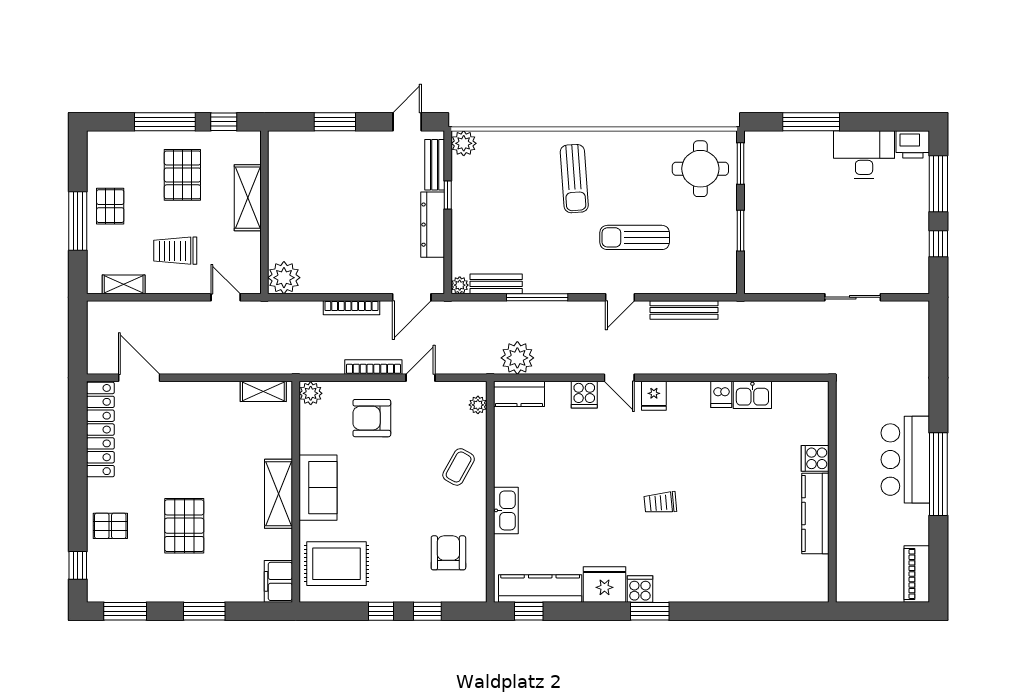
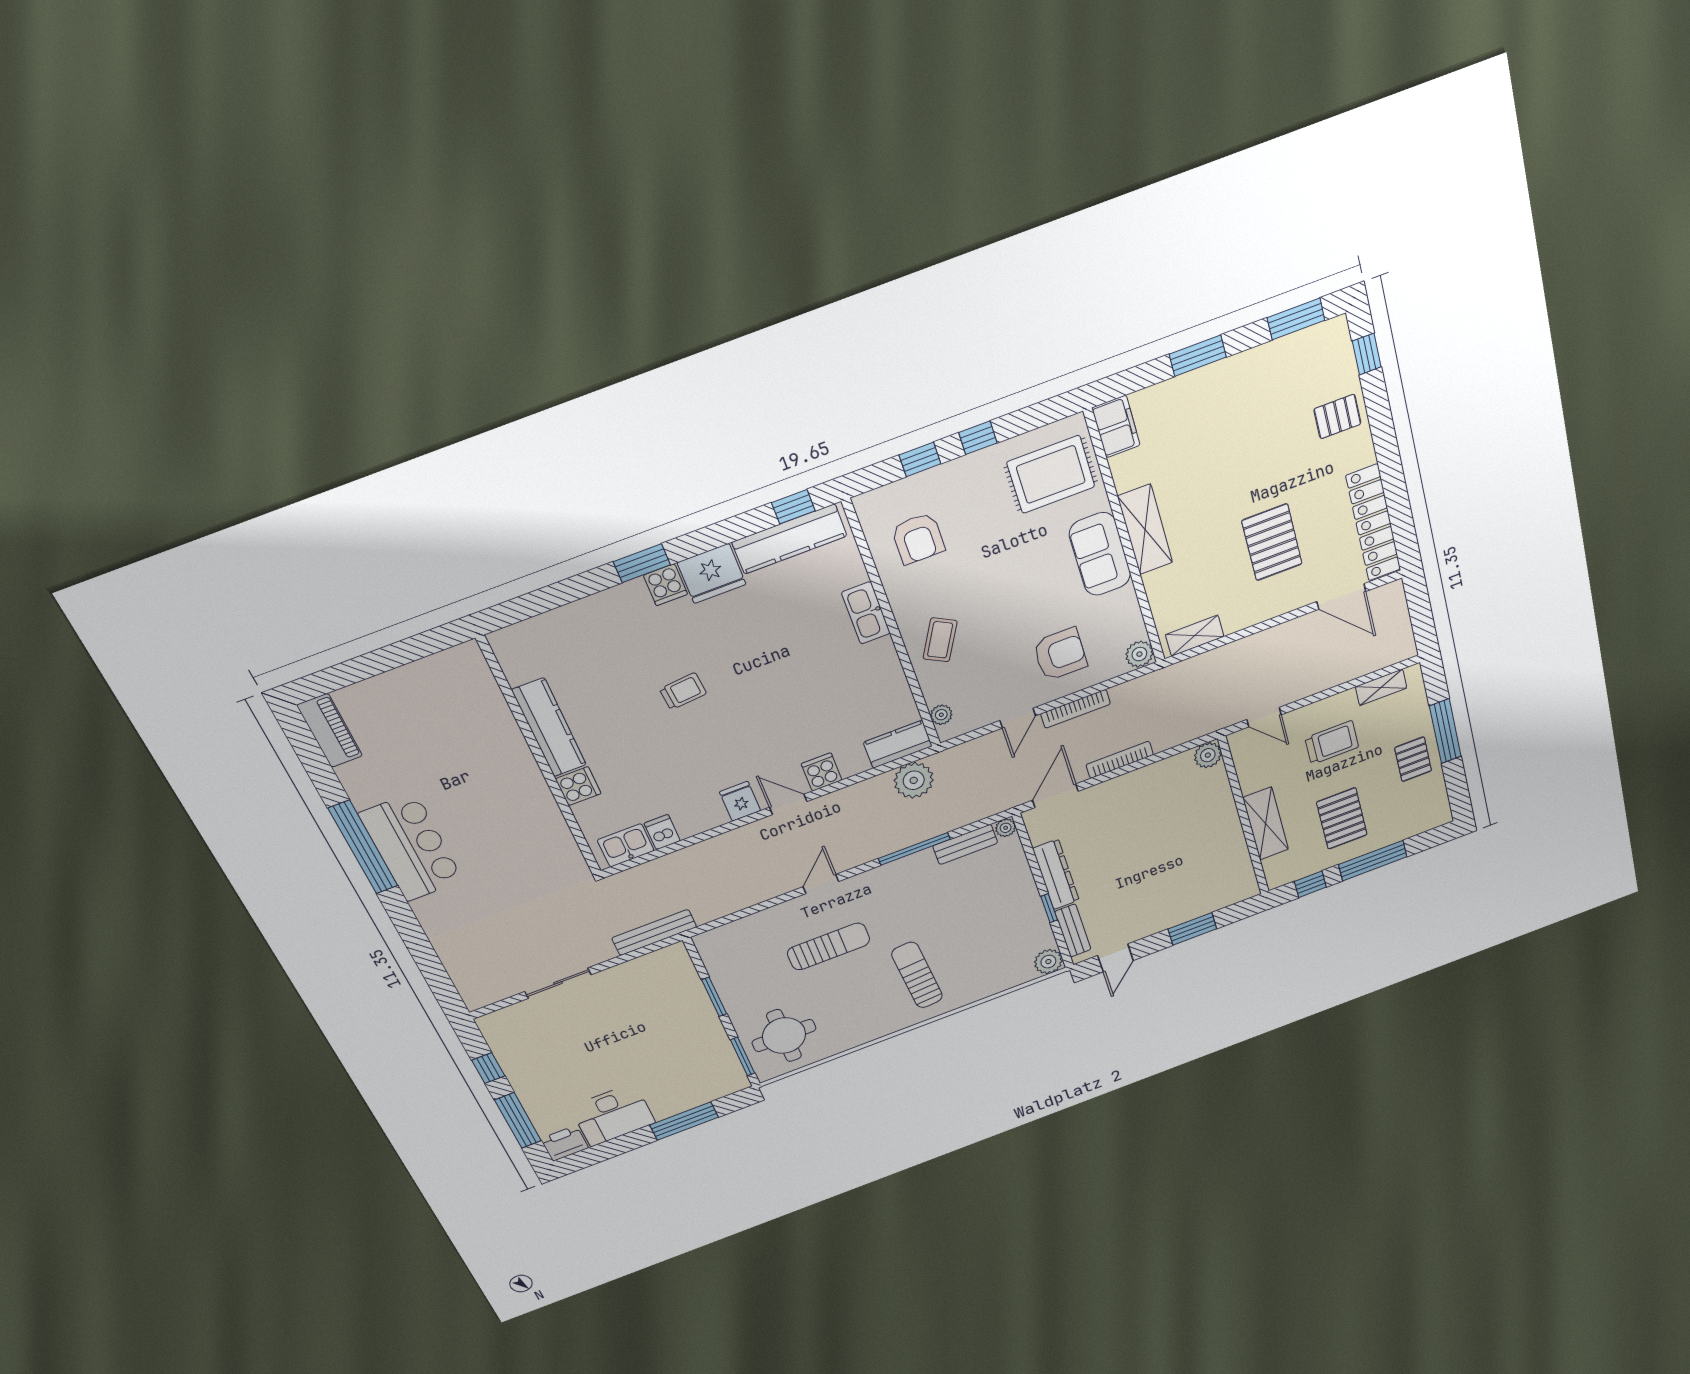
plant: (284, 278) -> (1208, 755), width x0.73, depth x0.73
bench: (684, 310) -> (654, 932), moved
cooker: (815, 458) -> (578, 786), moved
wall: (832, 492) -> (540, 759), moved
kitchen counter: (815, 514) -> (549, 728), moved
pallet: (184, 526) -> (1272, 542), moved

